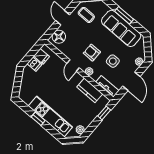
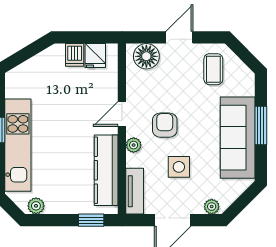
kitchen counter: (90, 90) -> (106, 170), width x1.50

